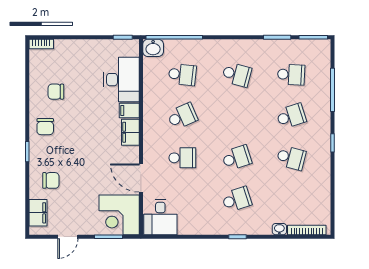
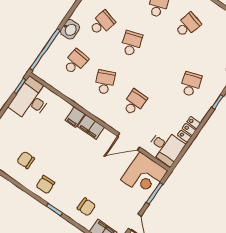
washbasin: (153, 48) -> (70, 29), moved
desk: (121, 80) -> (31, 100), moved, turned -90
chair: (56, 92) -> (26, 160), turned 90
chair: (45, 127) -> (45, 185), turned 88
school desk: (237, 158) -> (132, 44), moved
chair: (51, 180) -> (86, 207), turned 90
locker: (192, 228) -> (189, 129), added

